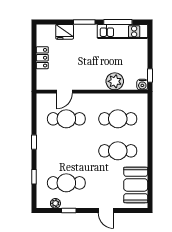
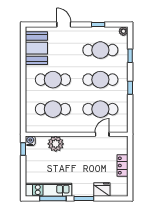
cafe table: (66, 151) -> (100, 80), added
plant: (55, 203) -> (123, 31), moved

